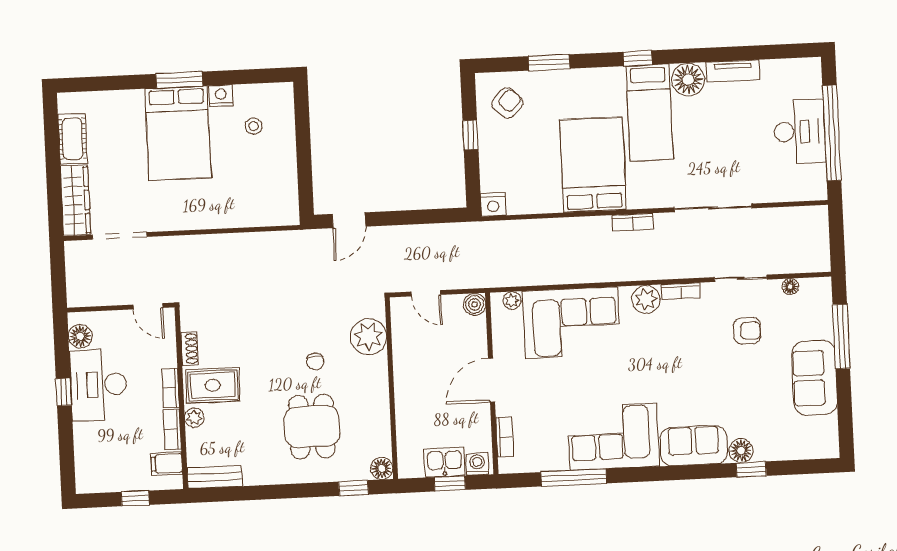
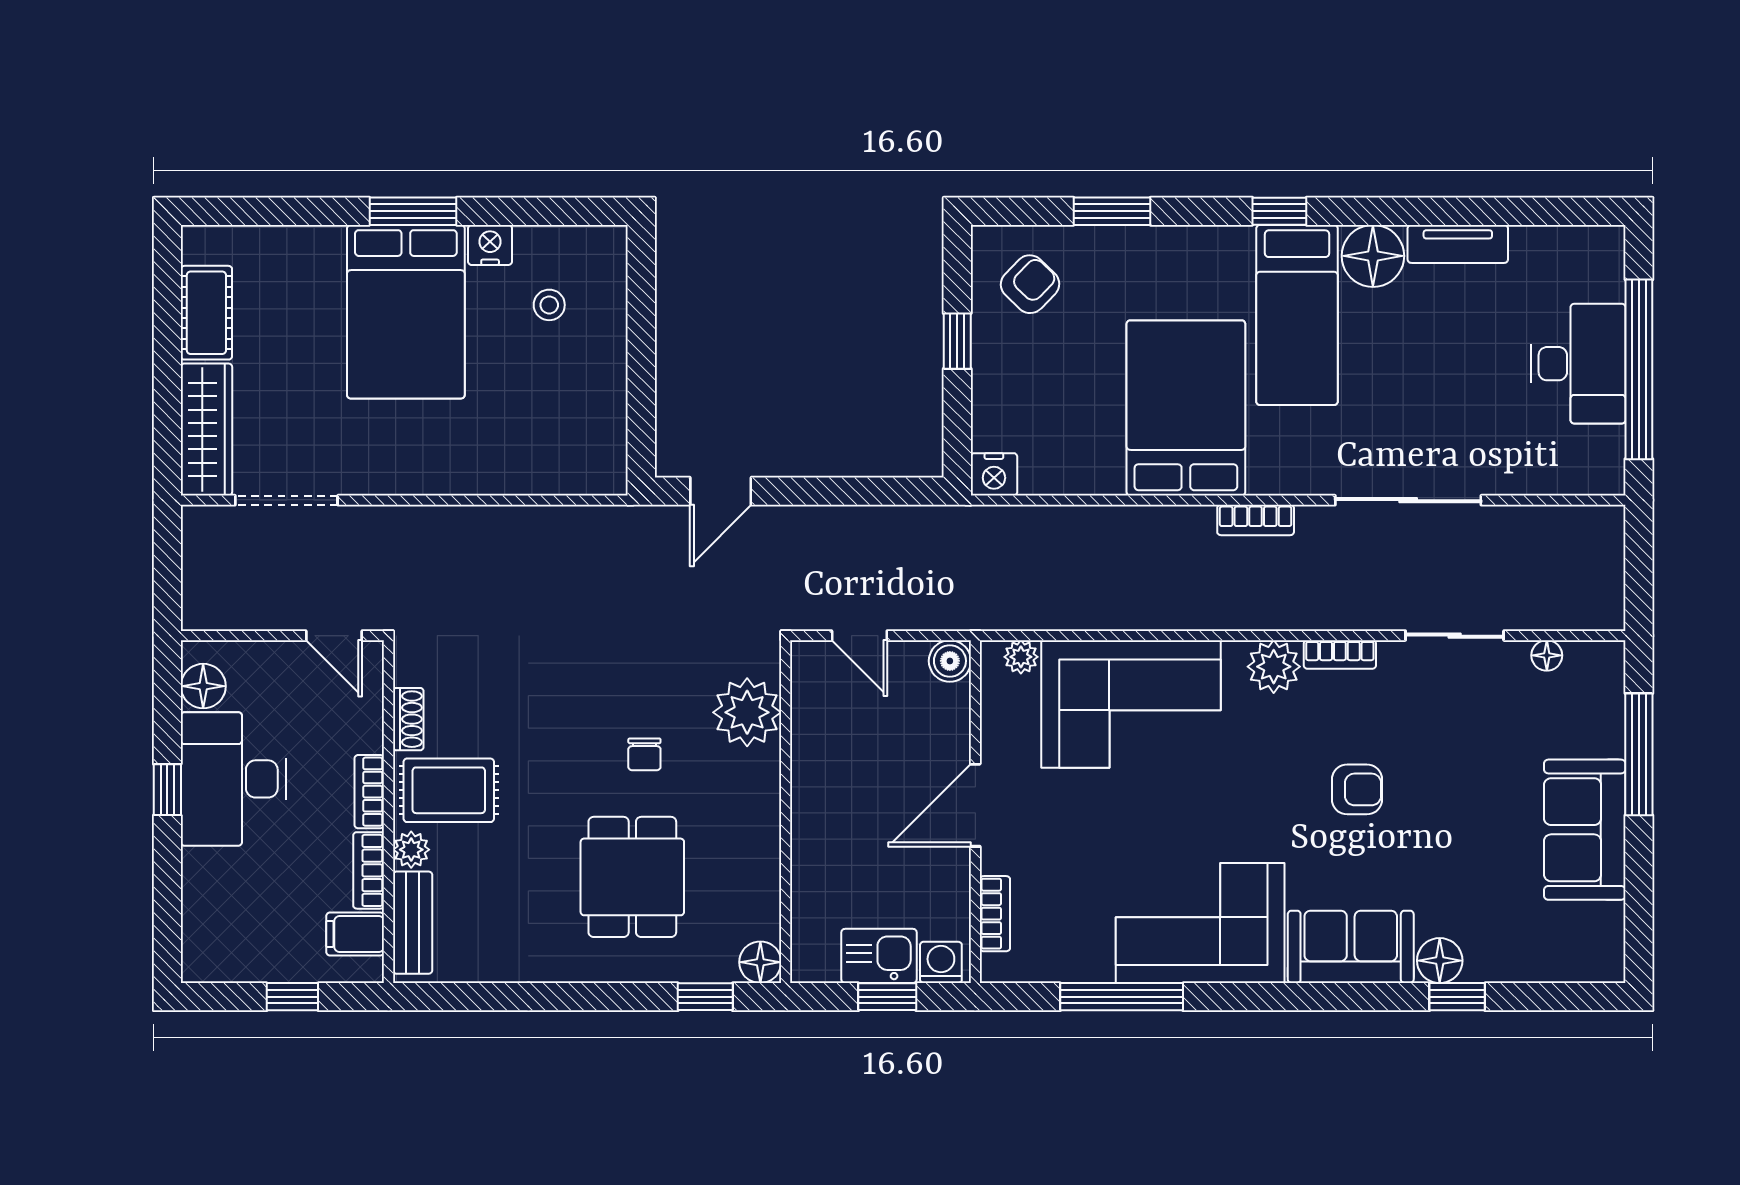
armchair: (747, 331) -> (1357, 789), moved
bench: (215, 477) -> (413, 923), moved, turned 90

